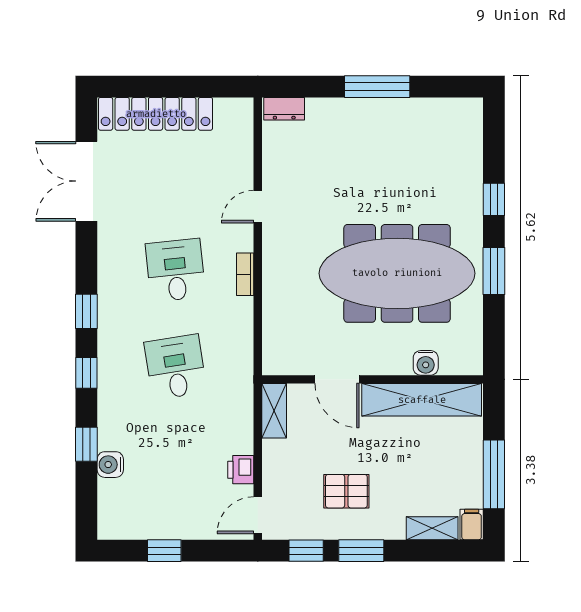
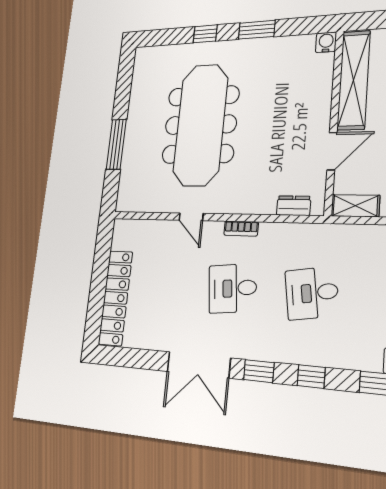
window: (377, 87) -> (116, 144), moved
dresser: (284, 109) -> (294, 206), moved, turned -90
double door: (86, 181) -> (199, 365), moved
meeting table: (397, 273) -> (200, 125), moved
water cooler: (426, 363) -> (326, 42), moved, turned -90

